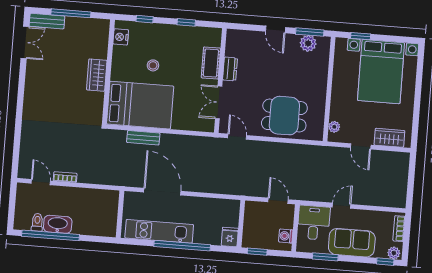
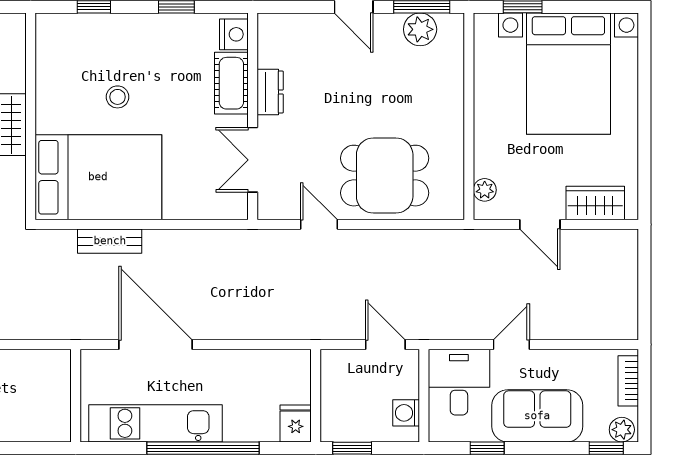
nightstand: (121, 37) -> (234, 34), moved, turned 180
door: (237, 137) -> (319, 224), moved
window: (325, 257) -> (487, 448), width x0.67

